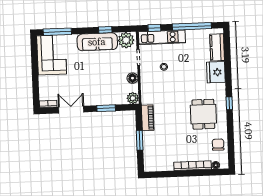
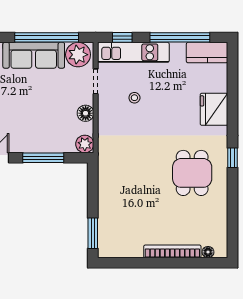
window: (105, 30) -> (47, 37), width x3.17
kitchen counter: (217, 47) -> (207, 53), moved, turned -90
window: (106, 108) -> (43, 158), width x1.44
piano: (148, 118) -> (106, 175), removed
window: (140, 140) -> (93, 233), moved
chair: (218, 145) -> (213, 221), removed

